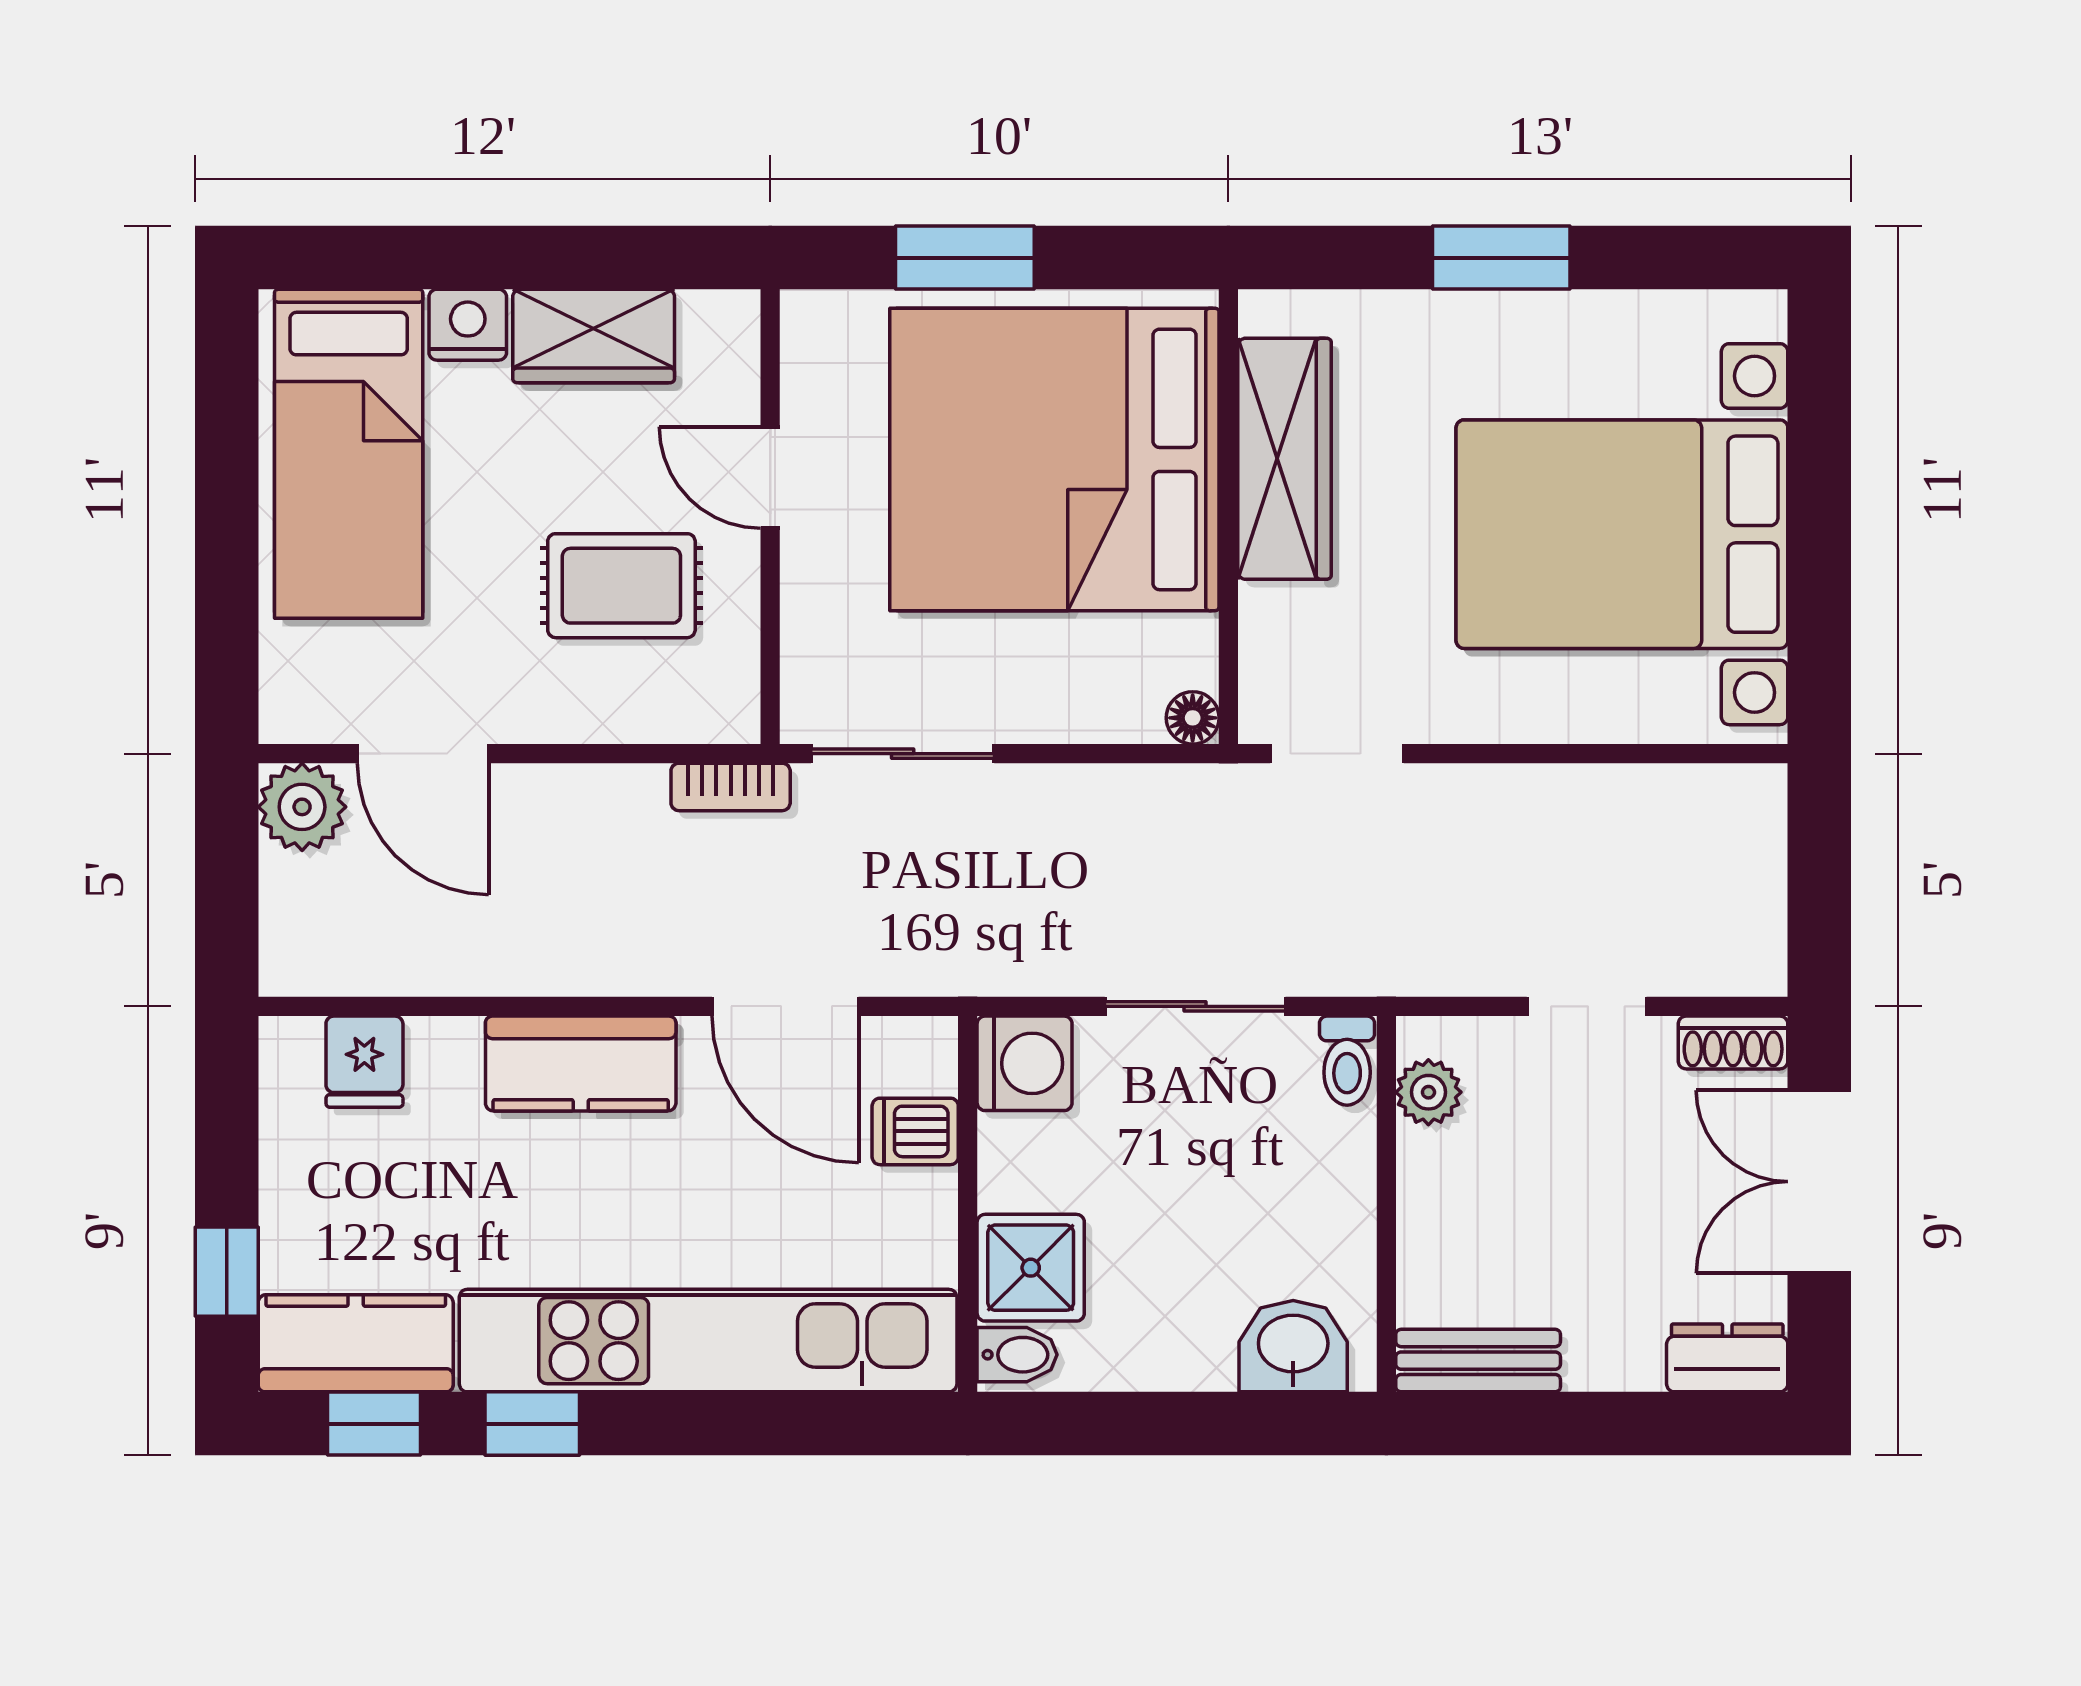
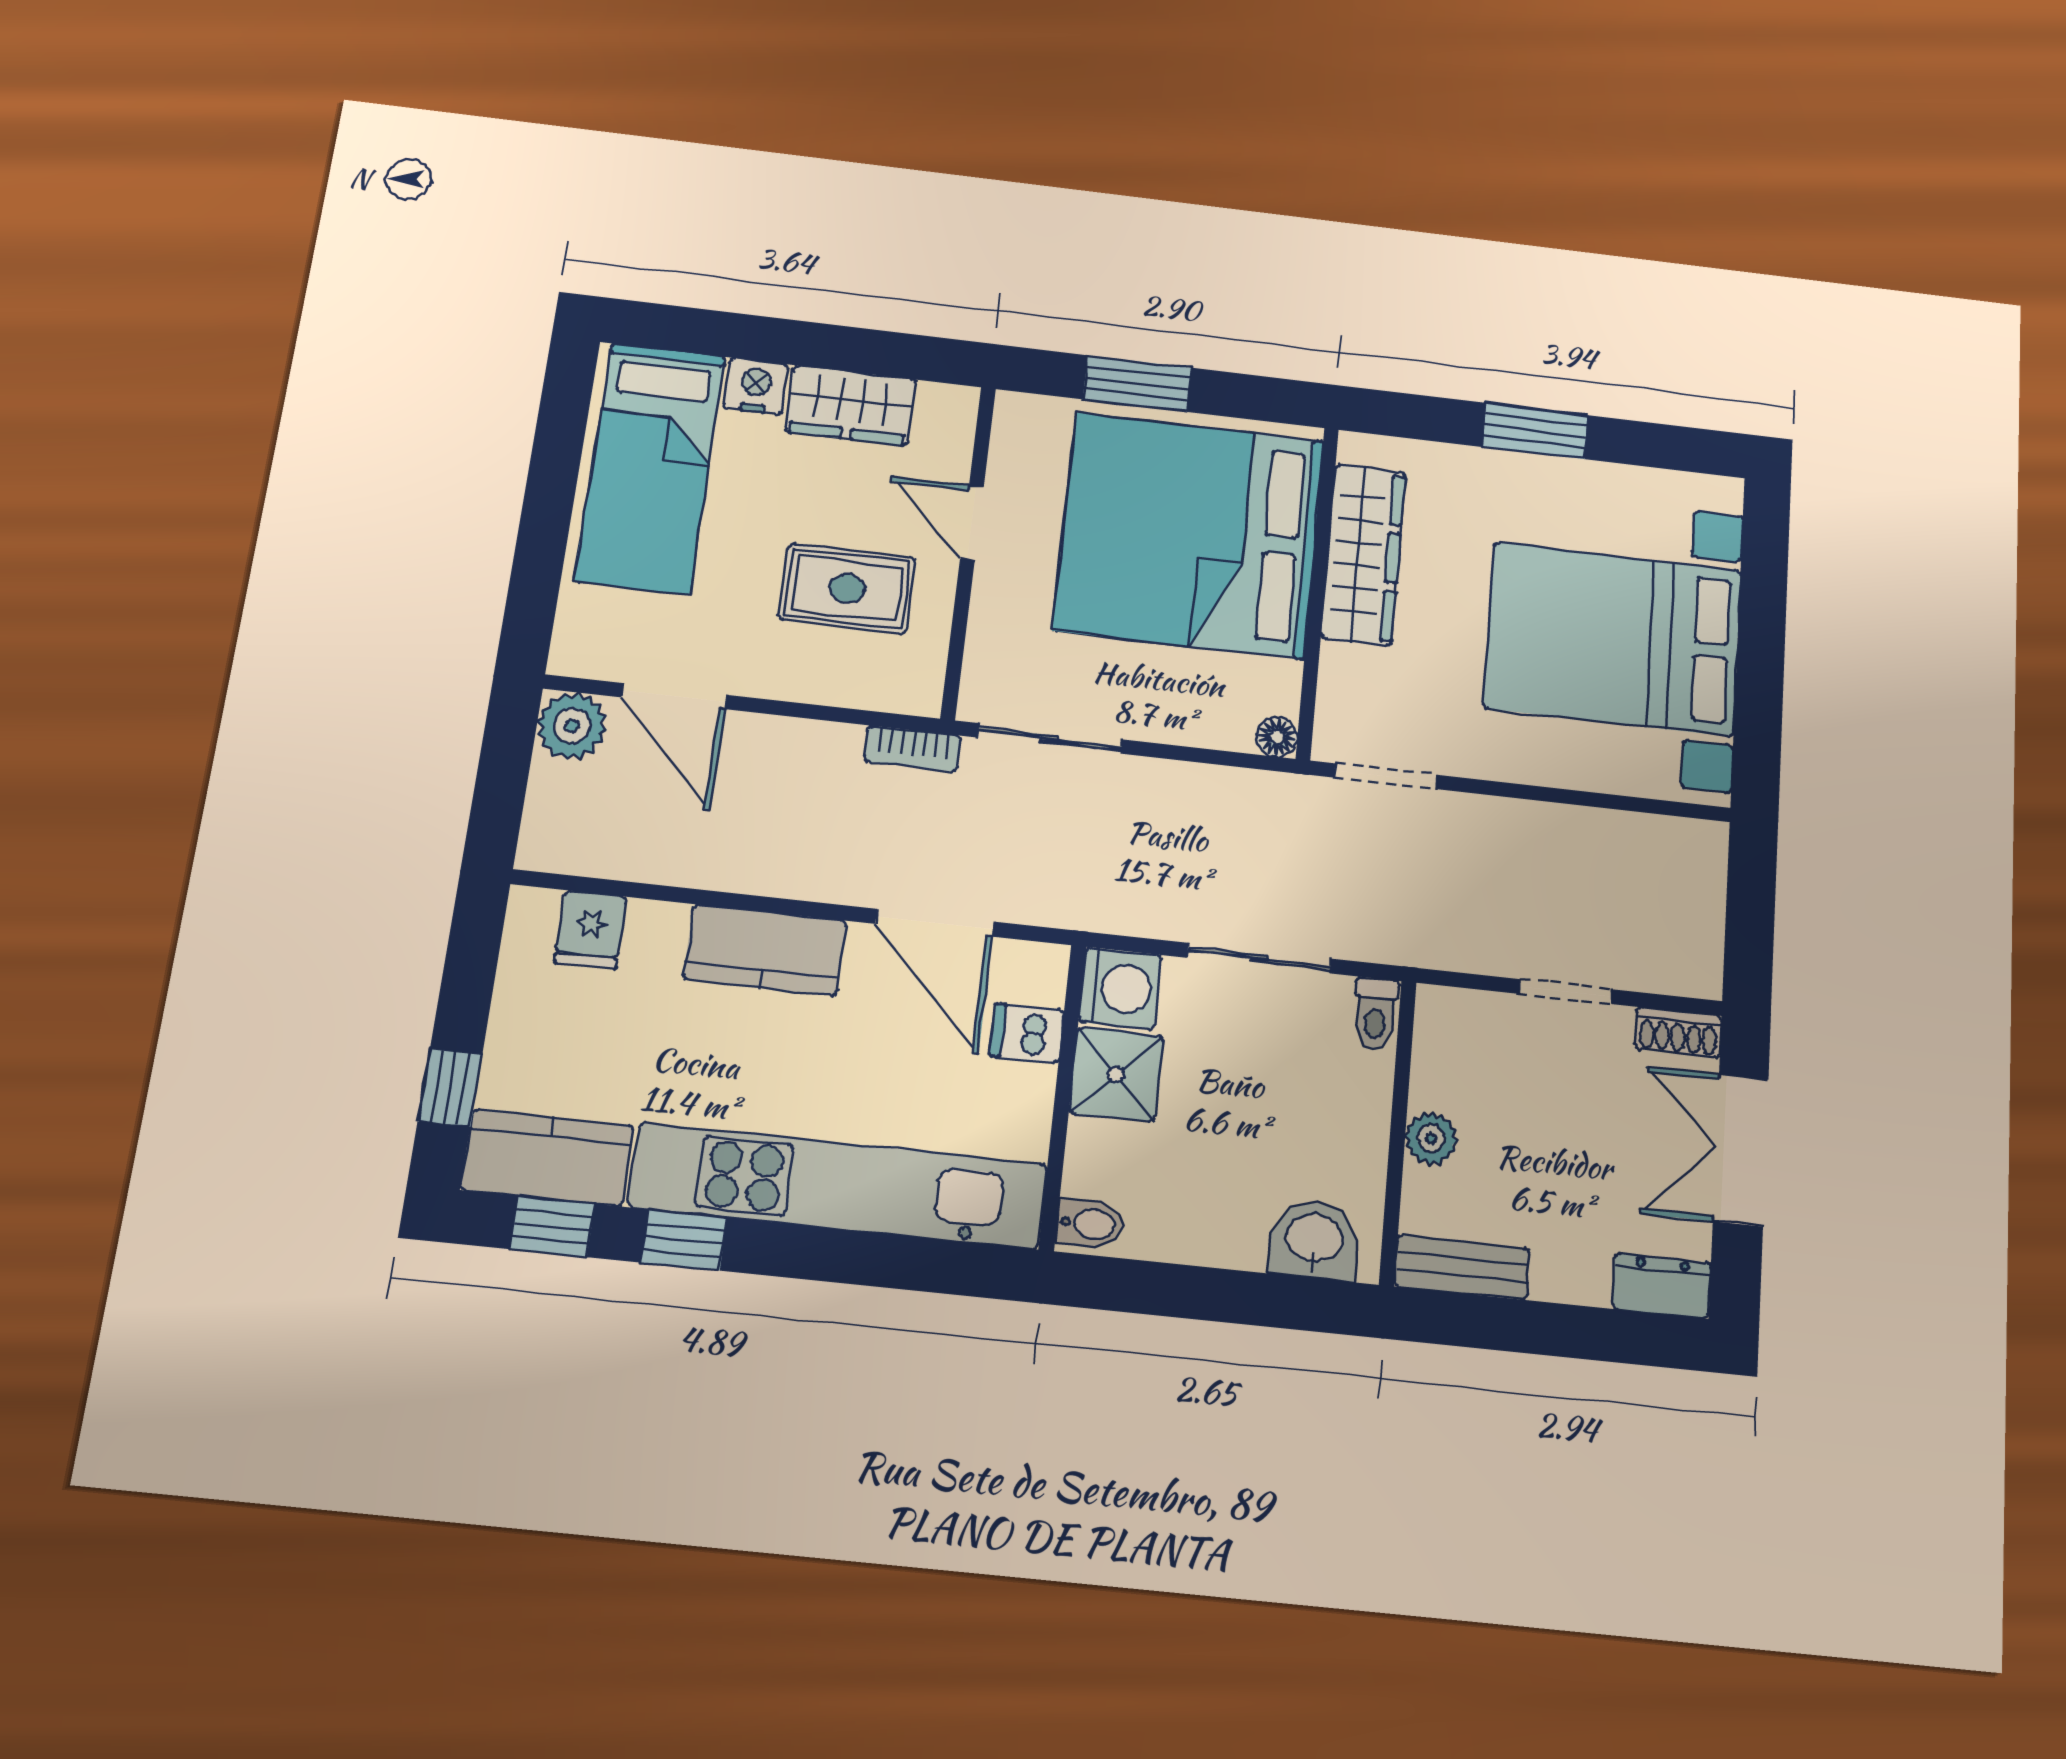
plant: (1428, 1092) -> (1431, 1138), moved
shower: (1031, 1268) -> (1116, 1074), moved

